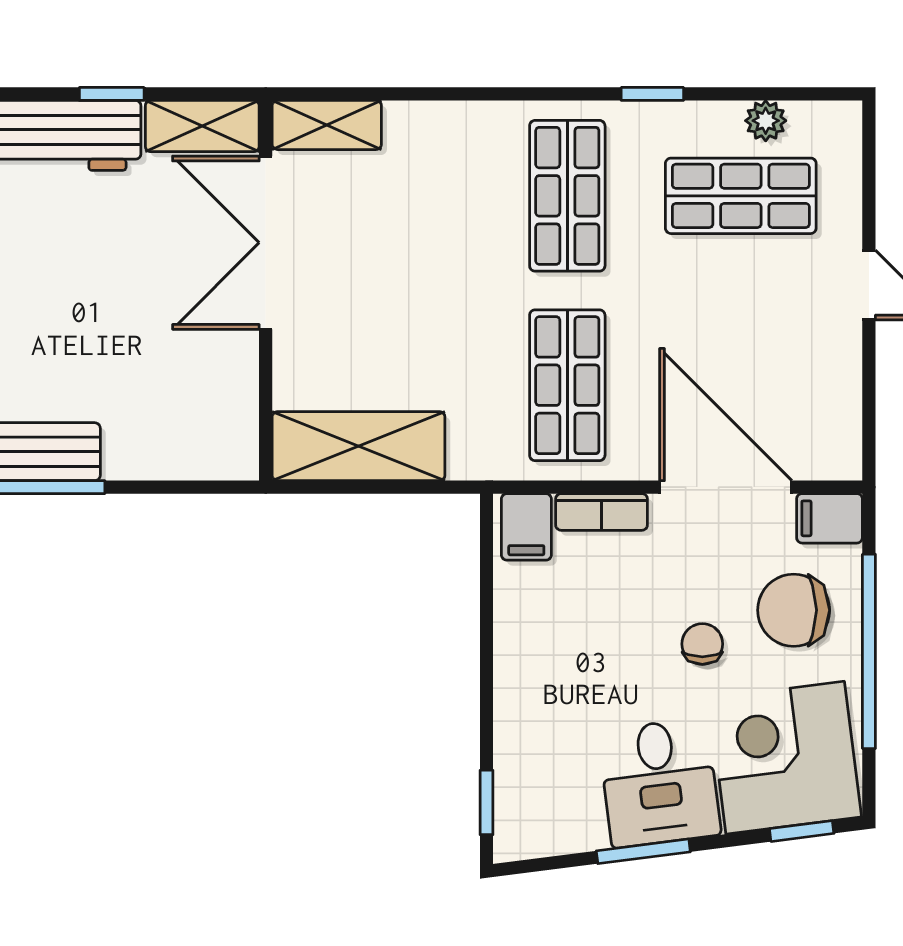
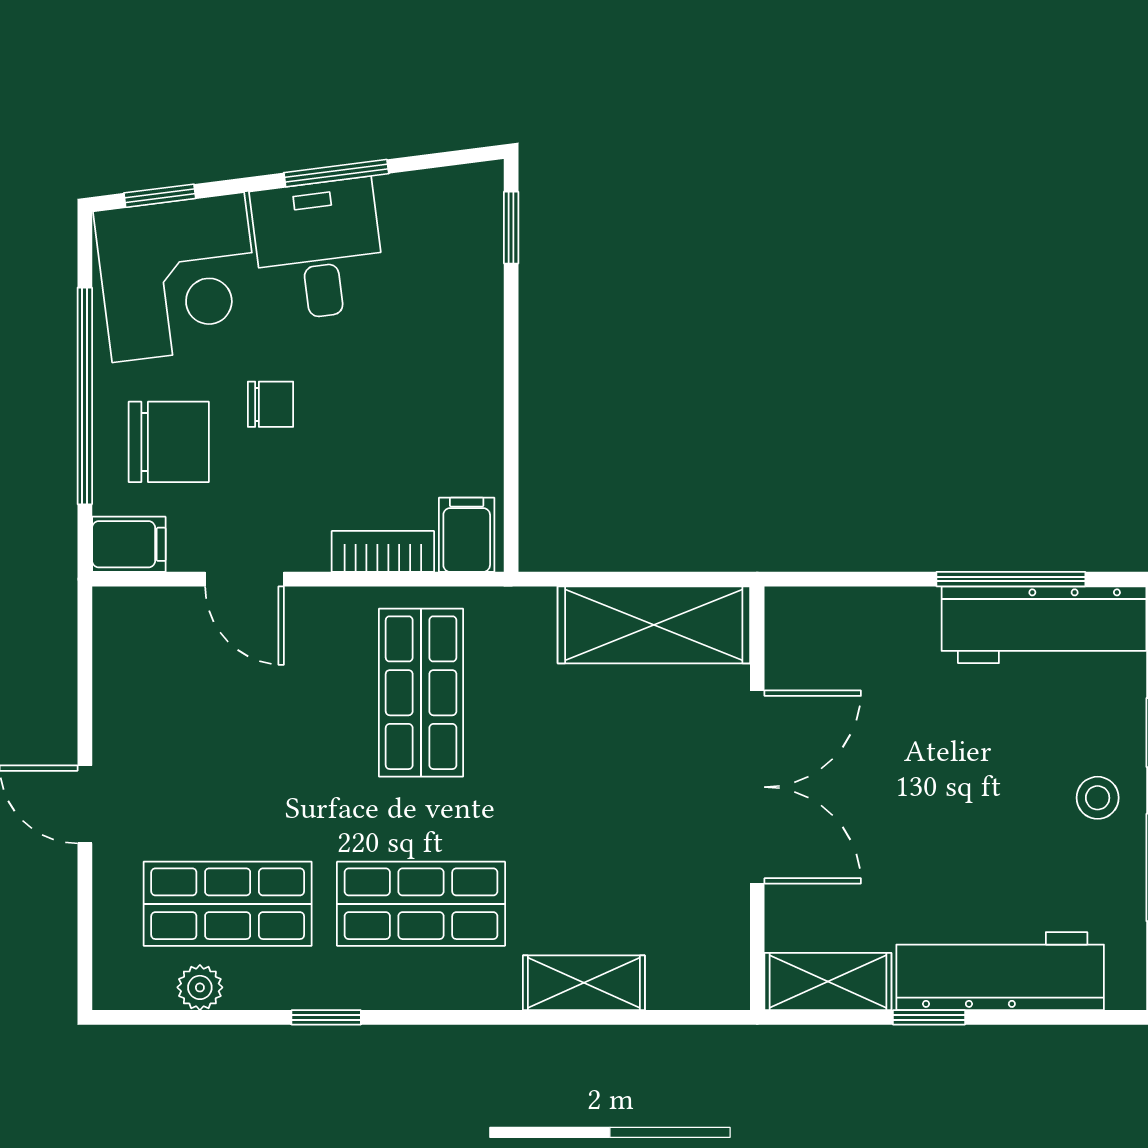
shelving: (327, 125) -> (584, 983), moved
shop shelf: (567, 196) -> (421, 904), turned 90
double door: (266, 243) -> (757, 787), moved
door: (726, 487) -> (244, 579), width x0.53
chair: (702, 644) -> (271, 404), turned -90

